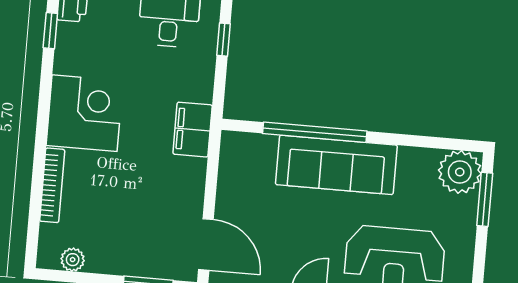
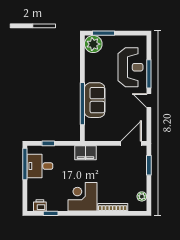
sofa: (336, 165) -> (95, 100), width x0.73

